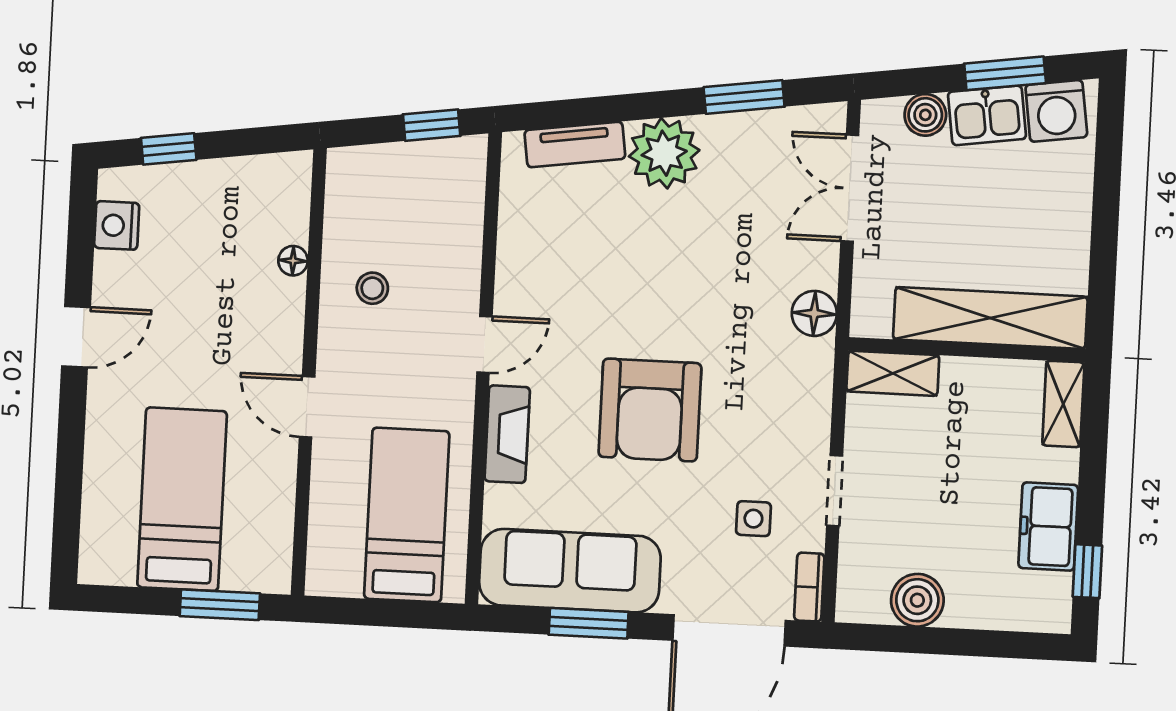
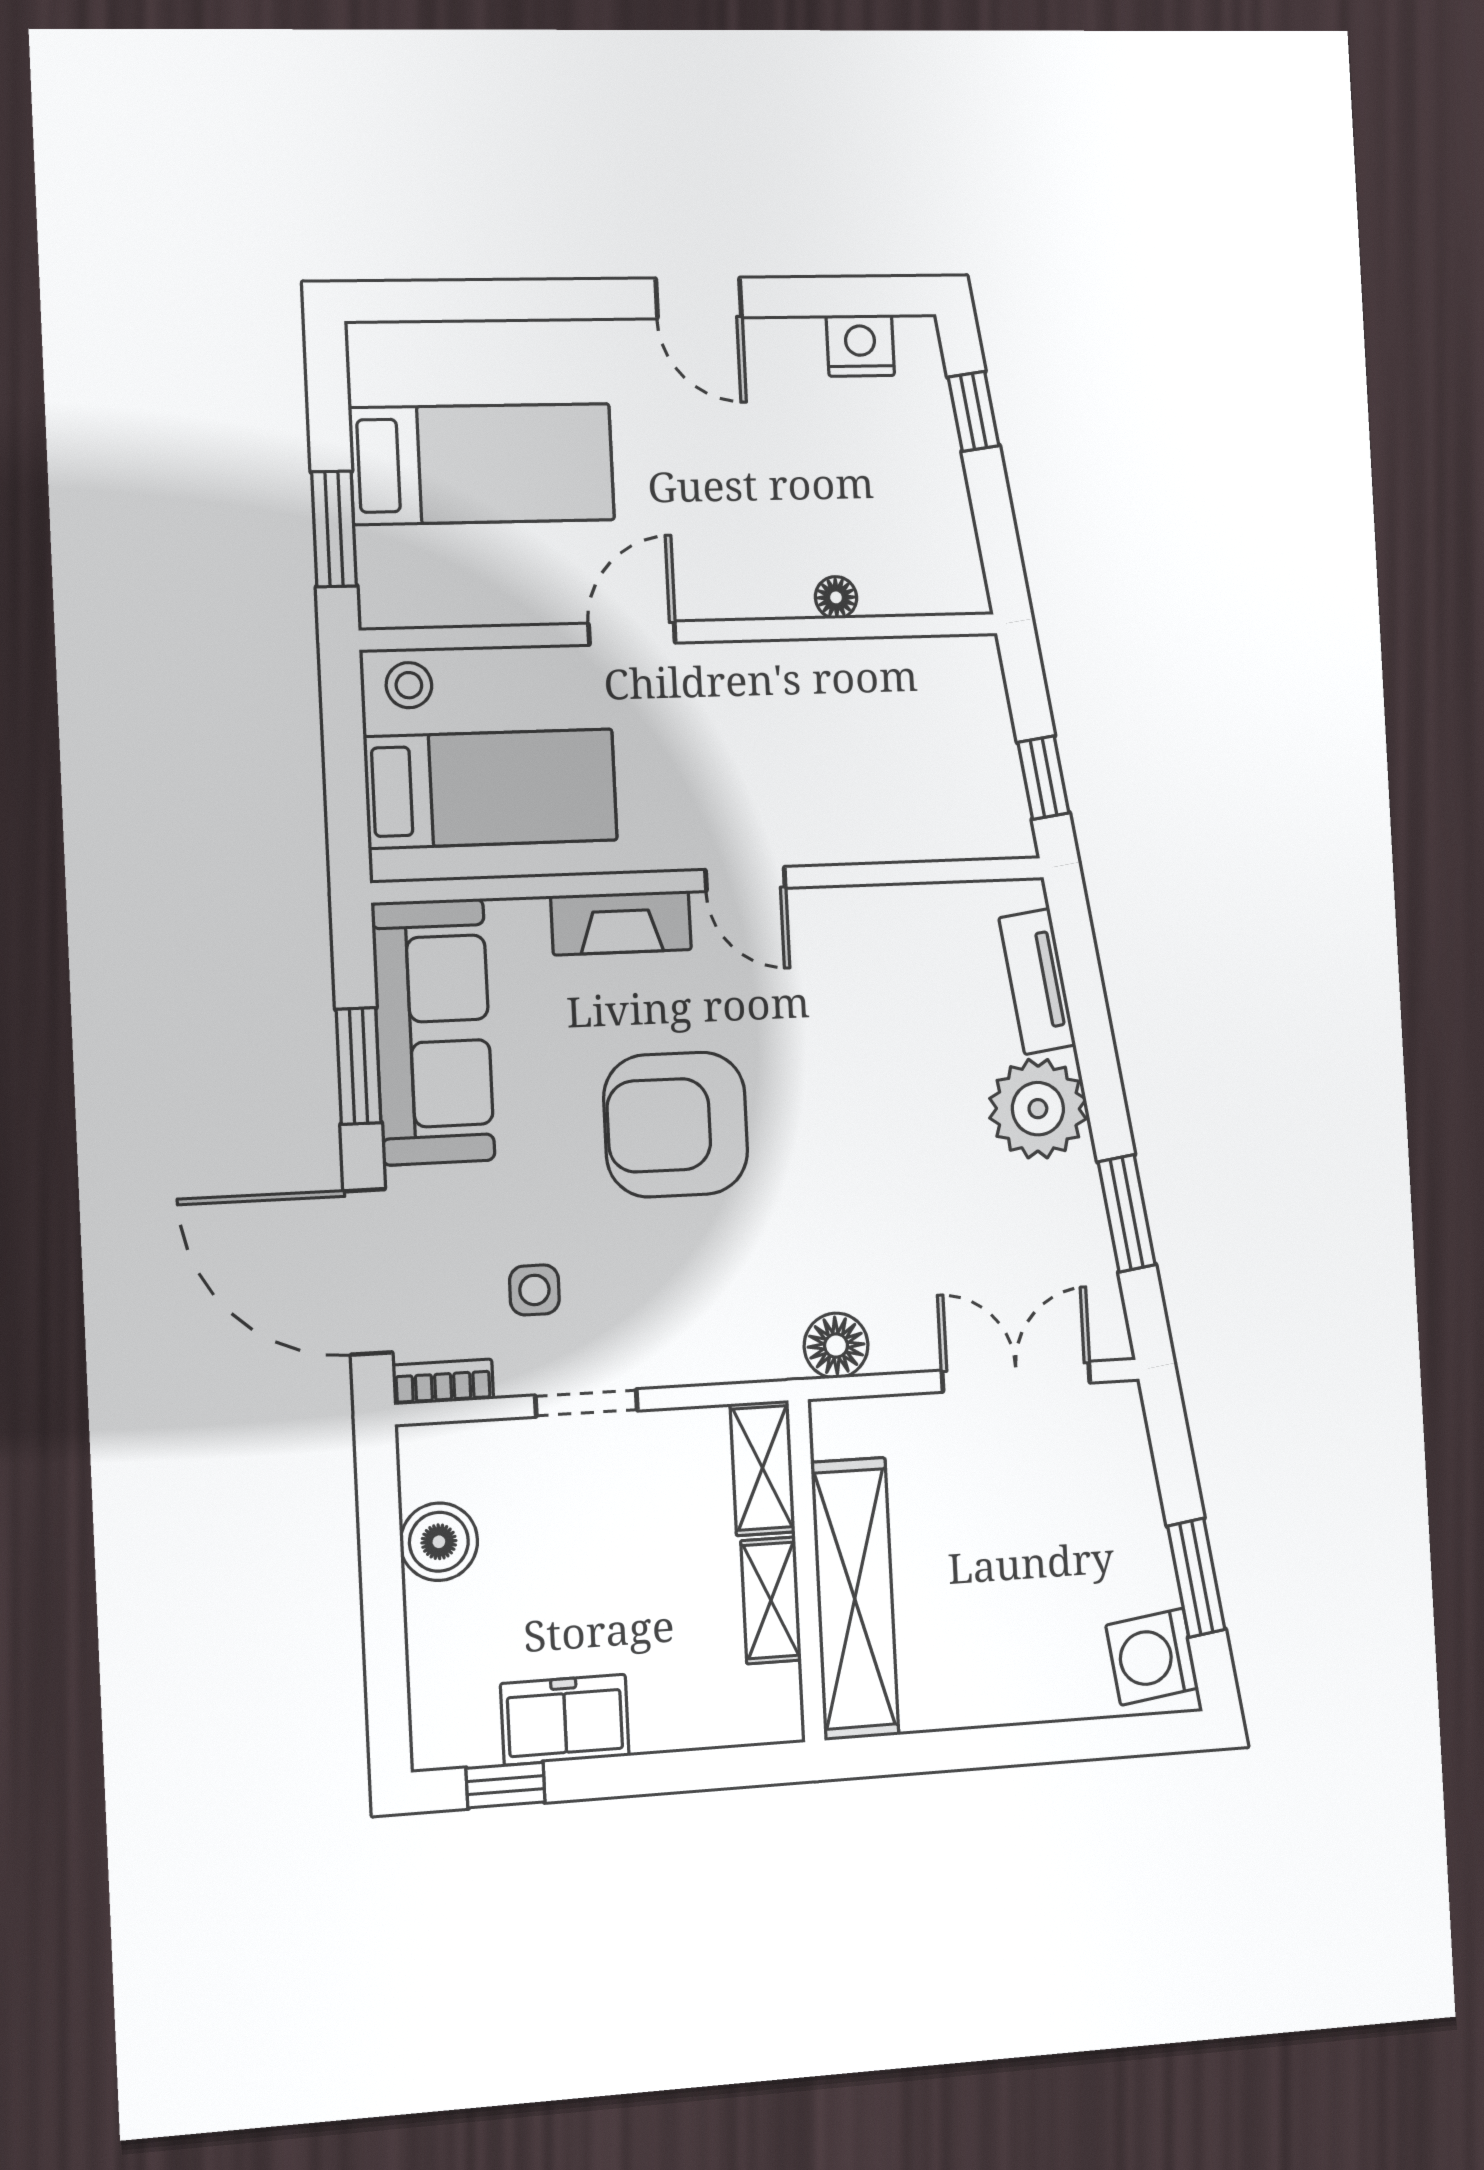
boiler: (925, 115) -> (1128, 1472), removed
kitchen sink: (987, 115) -> (1136, 1559), removed
stool: (372, 288) -> (409, 685), moved
shelving: (1063, 404) -> (771, 1600), moved, turned 90

